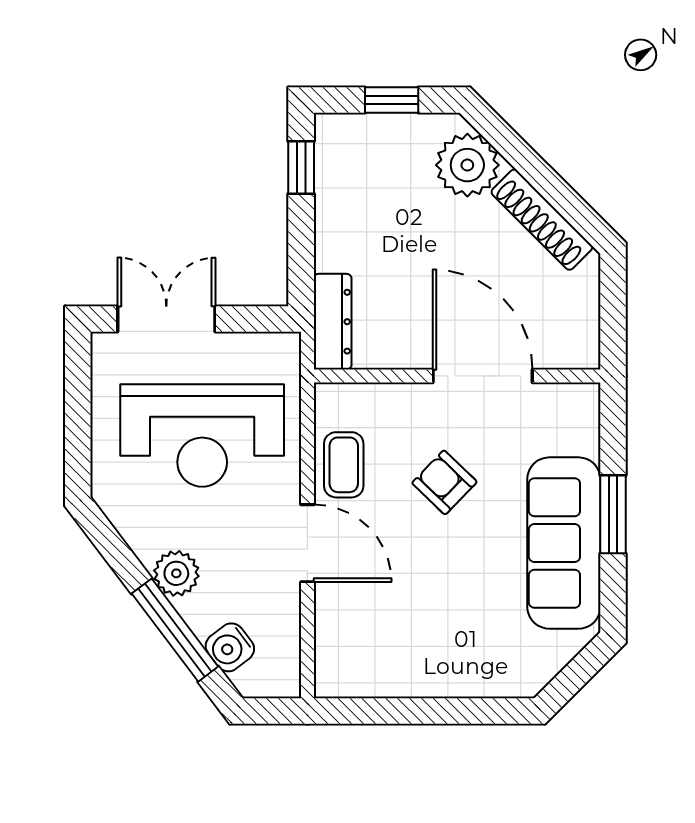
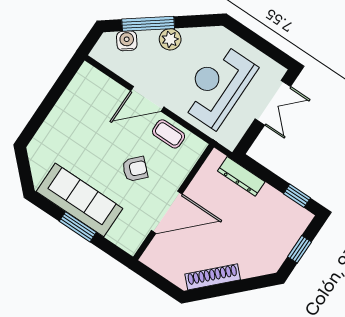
plant: (467, 165) -> (254, 262), removed
dresser: (333, 322) -> (241, 176), moved

